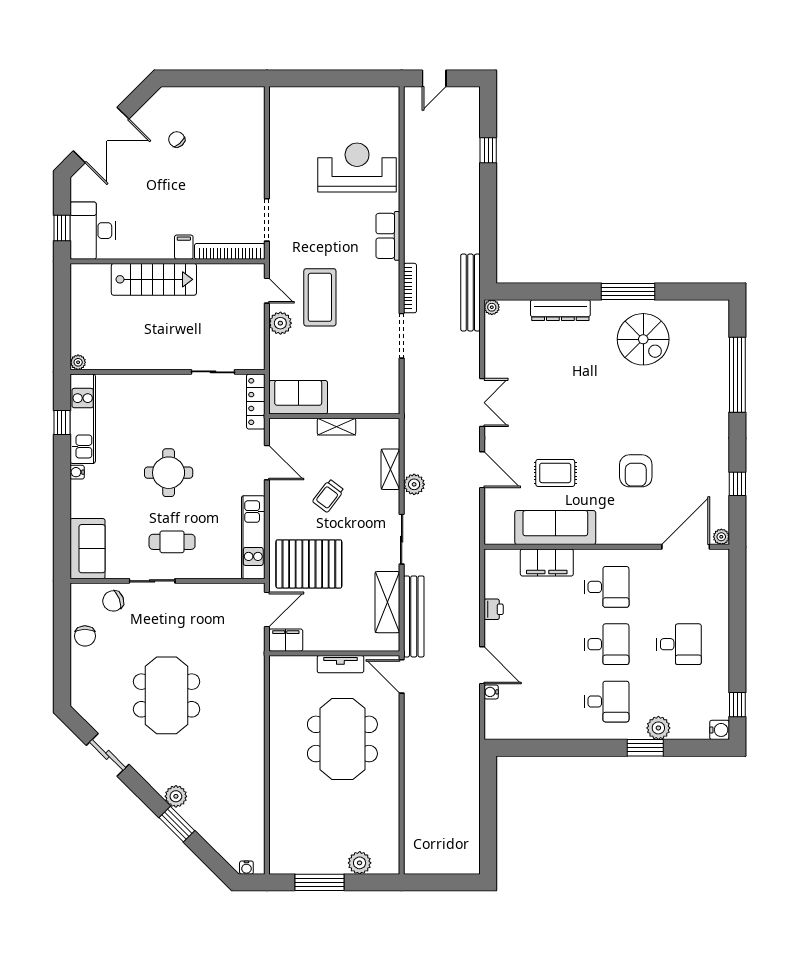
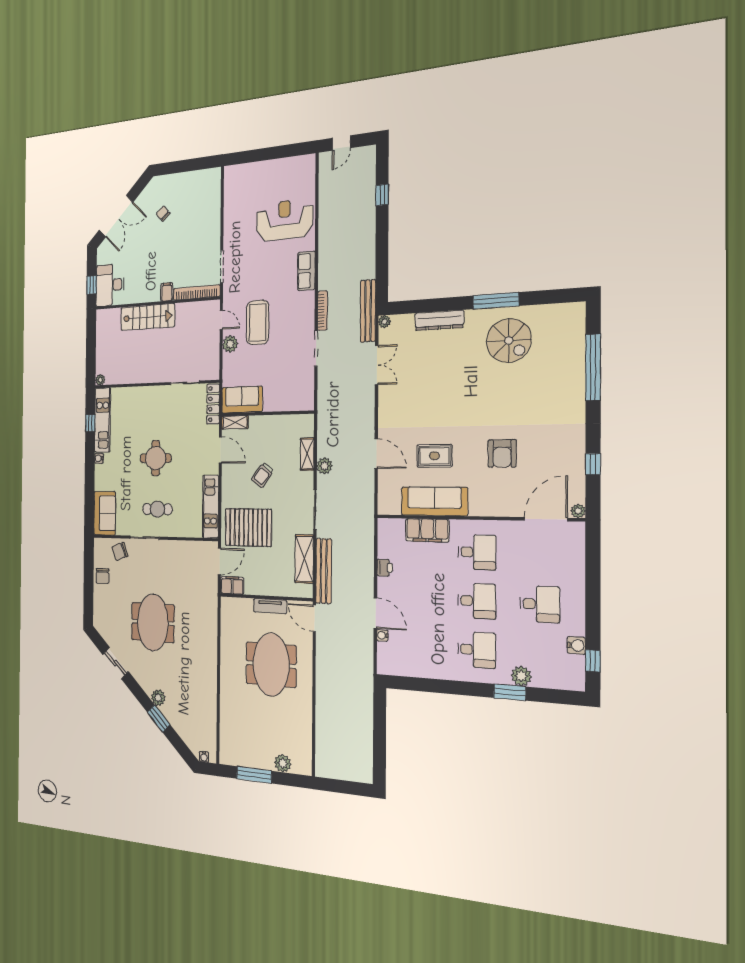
double door: (482, 403) -> (377, 365), moved
shelving: (337, 427) -> (235, 422), moved
water cooler: (720, 730) -> (576, 645), moved

